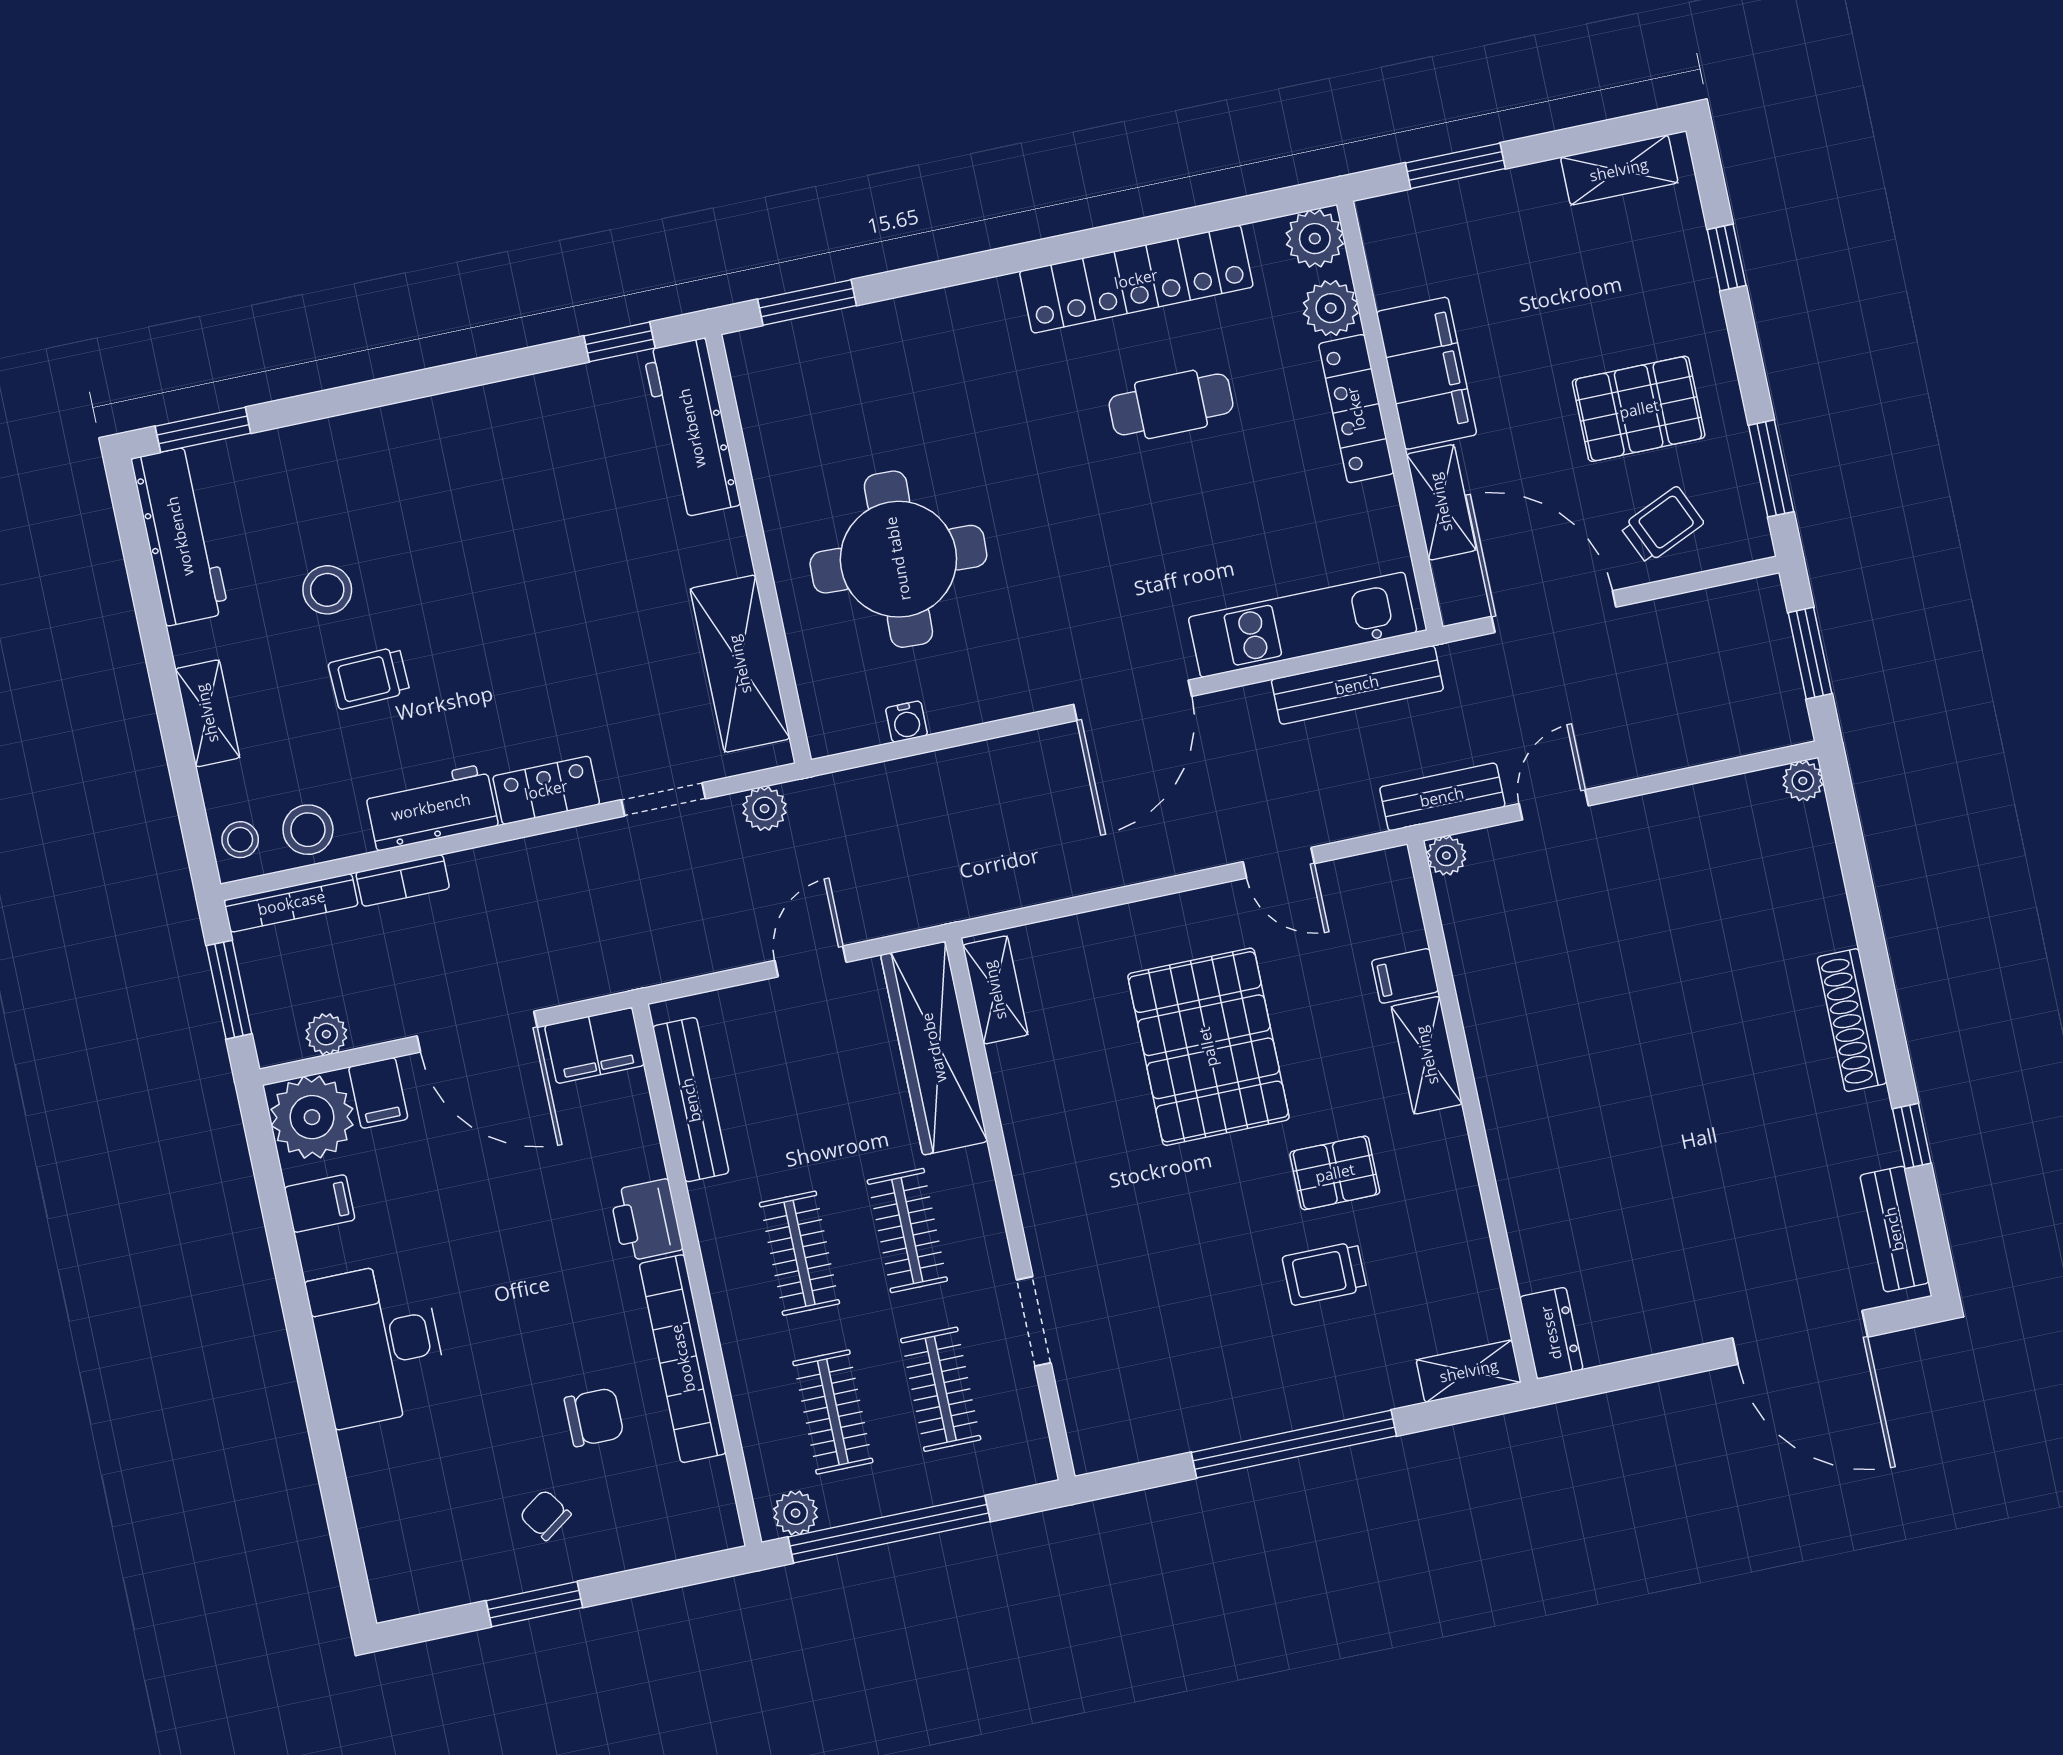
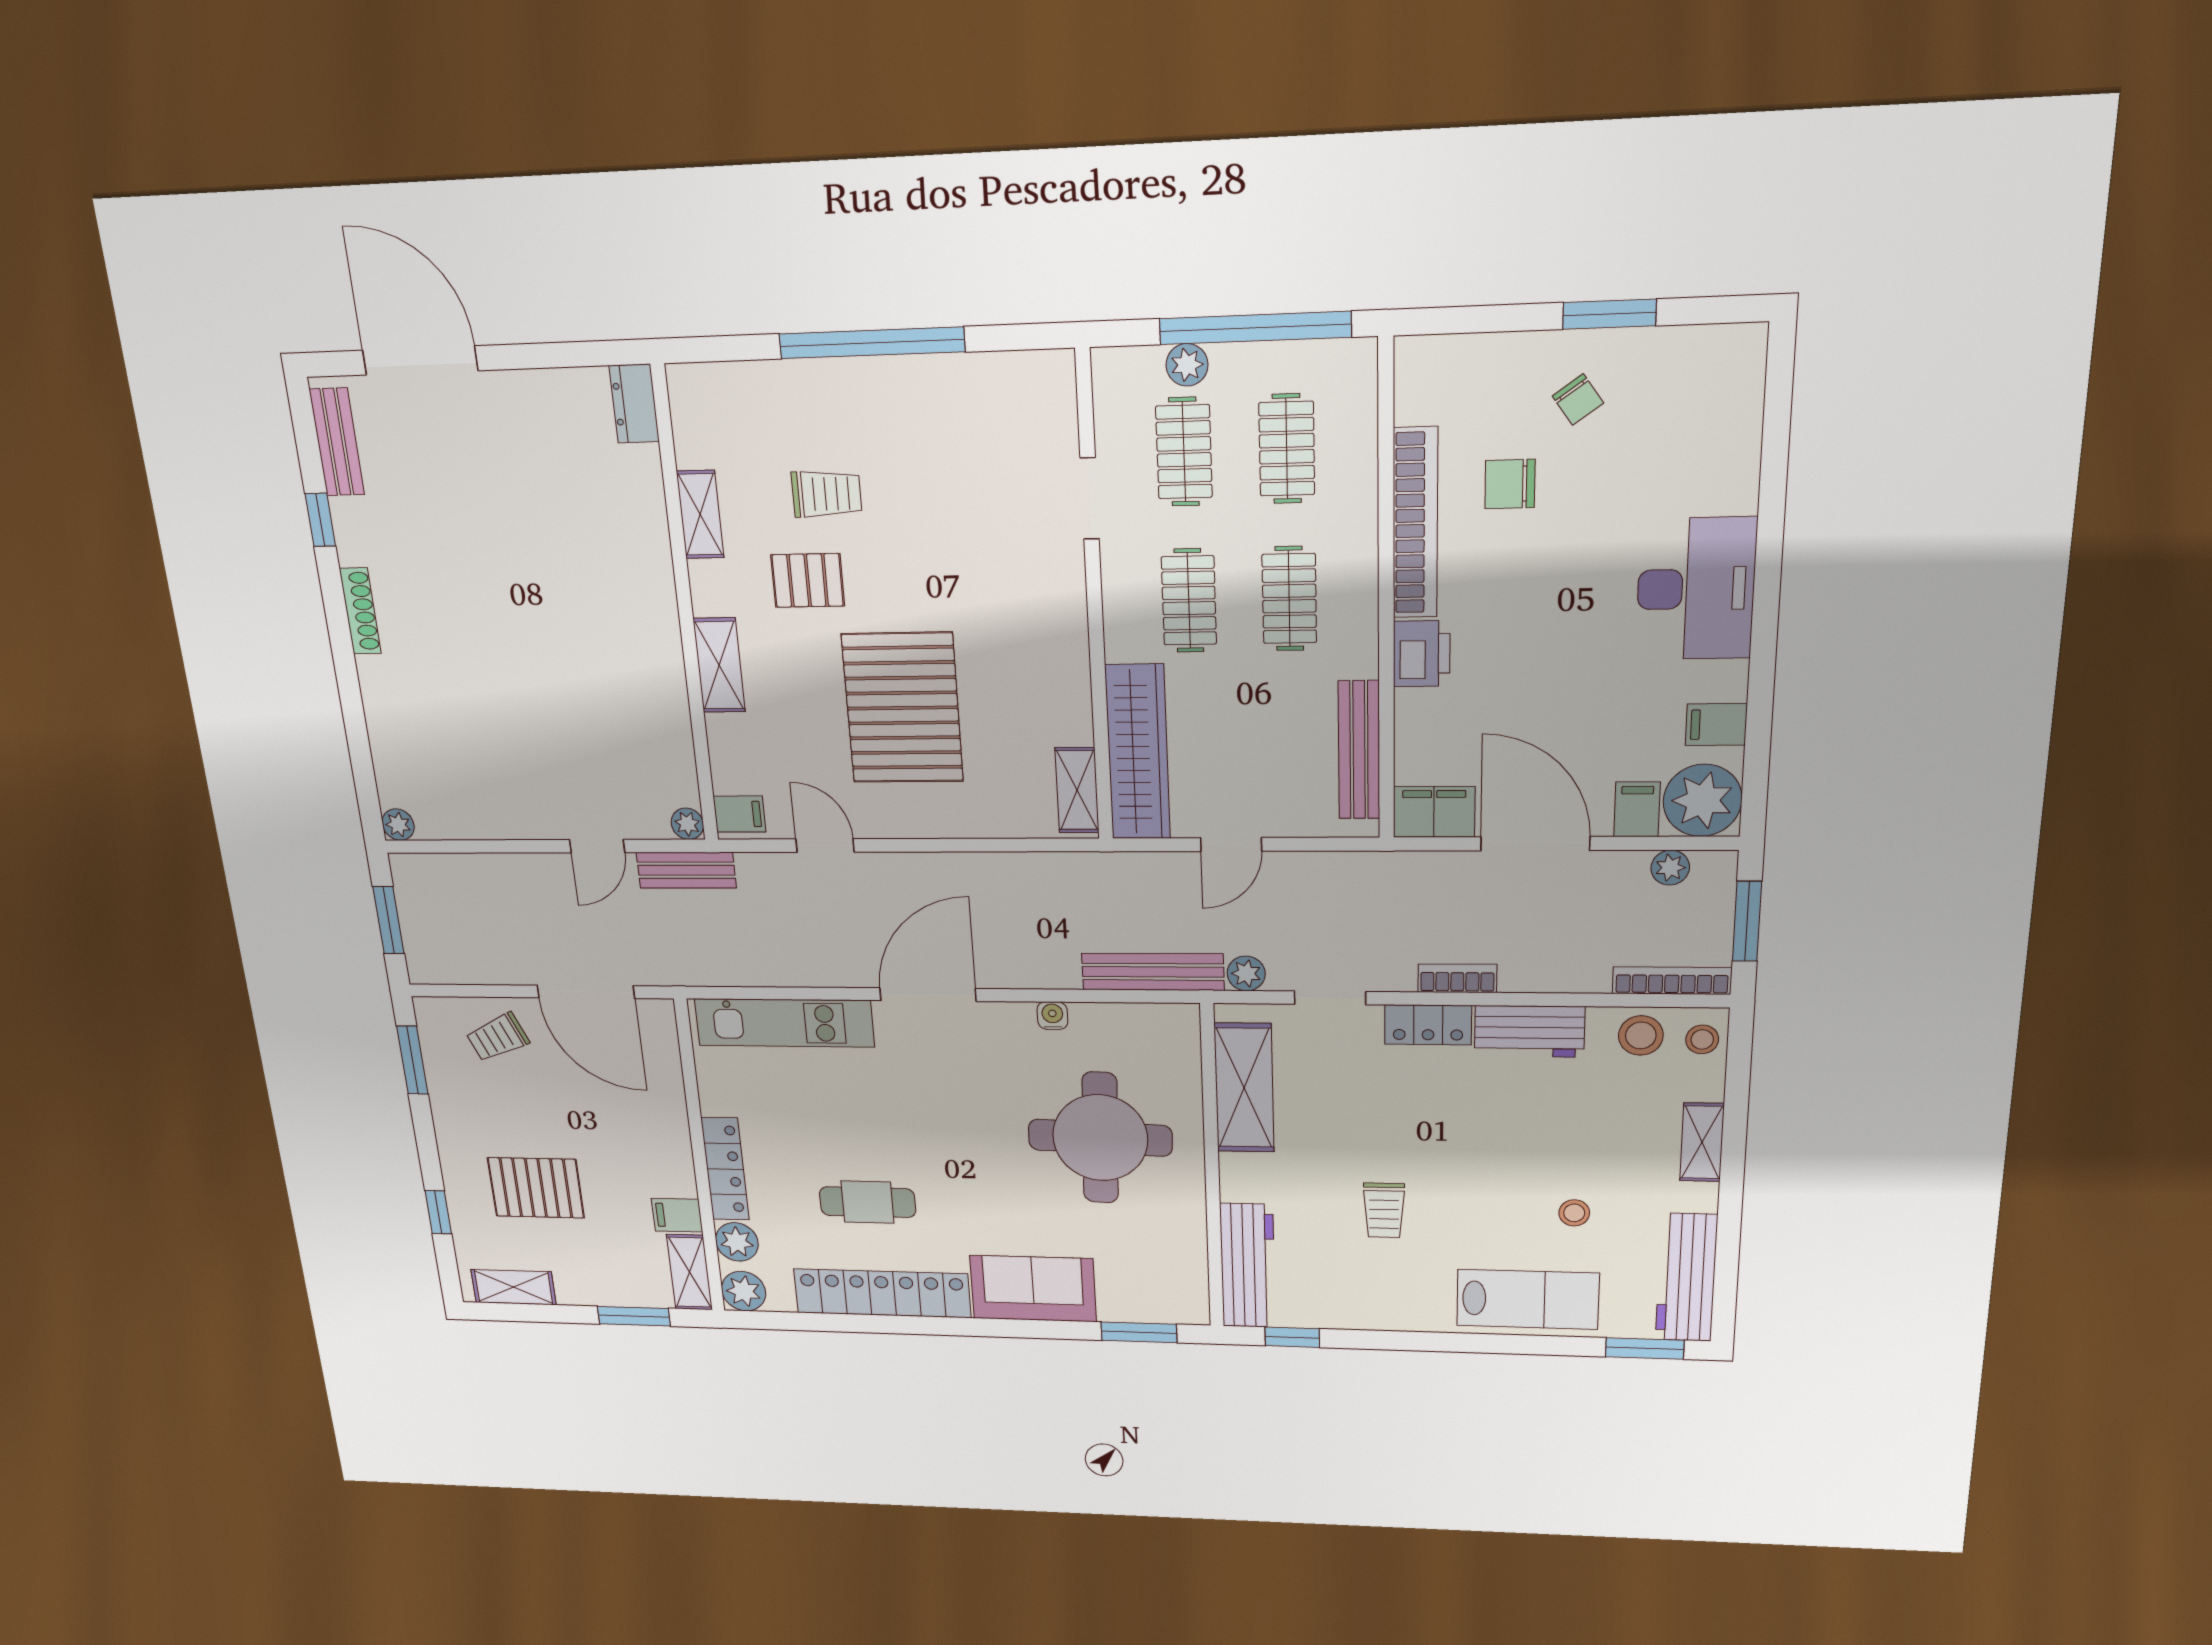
sofa: (948, 332) -> (1033, 1289), added
filing cabinet: (1426, 373) -> (677, 1215), width x0.33, depth x0.86
pallet: (1639, 409) -> (536, 1188), moved
lab bench: (353, 463) -> (1528, 1299), added
shelving: (1441, 502) -> (689, 1272), moved
stool: (327, 590) -> (1574, 1213), width x0.73, depth x0.73
trolley: (369, 678) -> (1384, 1210), moved, turned 92
bench: (1357, 685) -> (1153, 972), moved
water cooler: (907, 722) -> (1052, 1016), moved
bookcase: (403, 880) -> (1457, 978), moved
filing cabinet: (1405, 976) -> (739, 814), moved
shoe rack: (1852, 1020) -> (360, 611), width x0.74, depth x0.81
shelving: (1469, 1371) -> (700, 514), moved, turned 90
plant: (796, 1513) -> (1187, 365), moved

